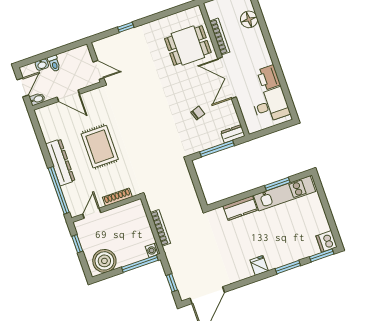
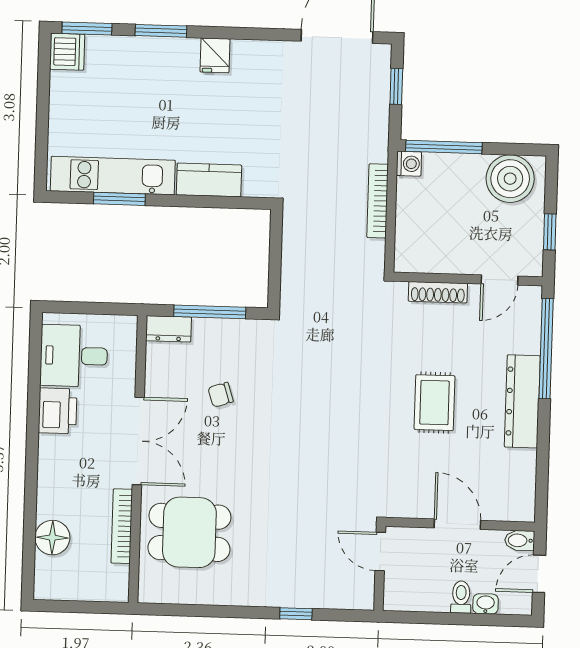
rug: (100, 147) -> (435, 403), width x0.73, depth x0.70

